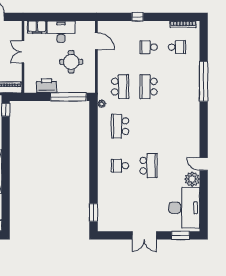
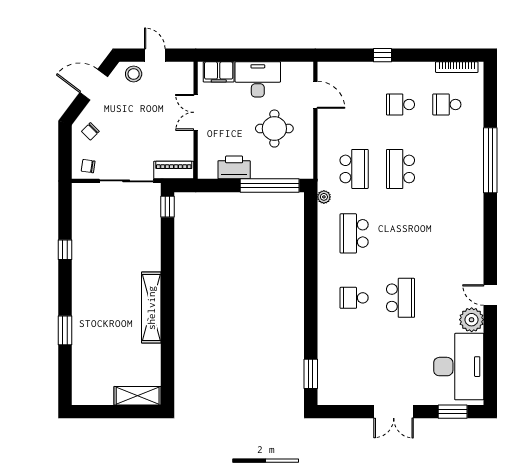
school desk: (177, 47) -> (447, 104), turned 180

